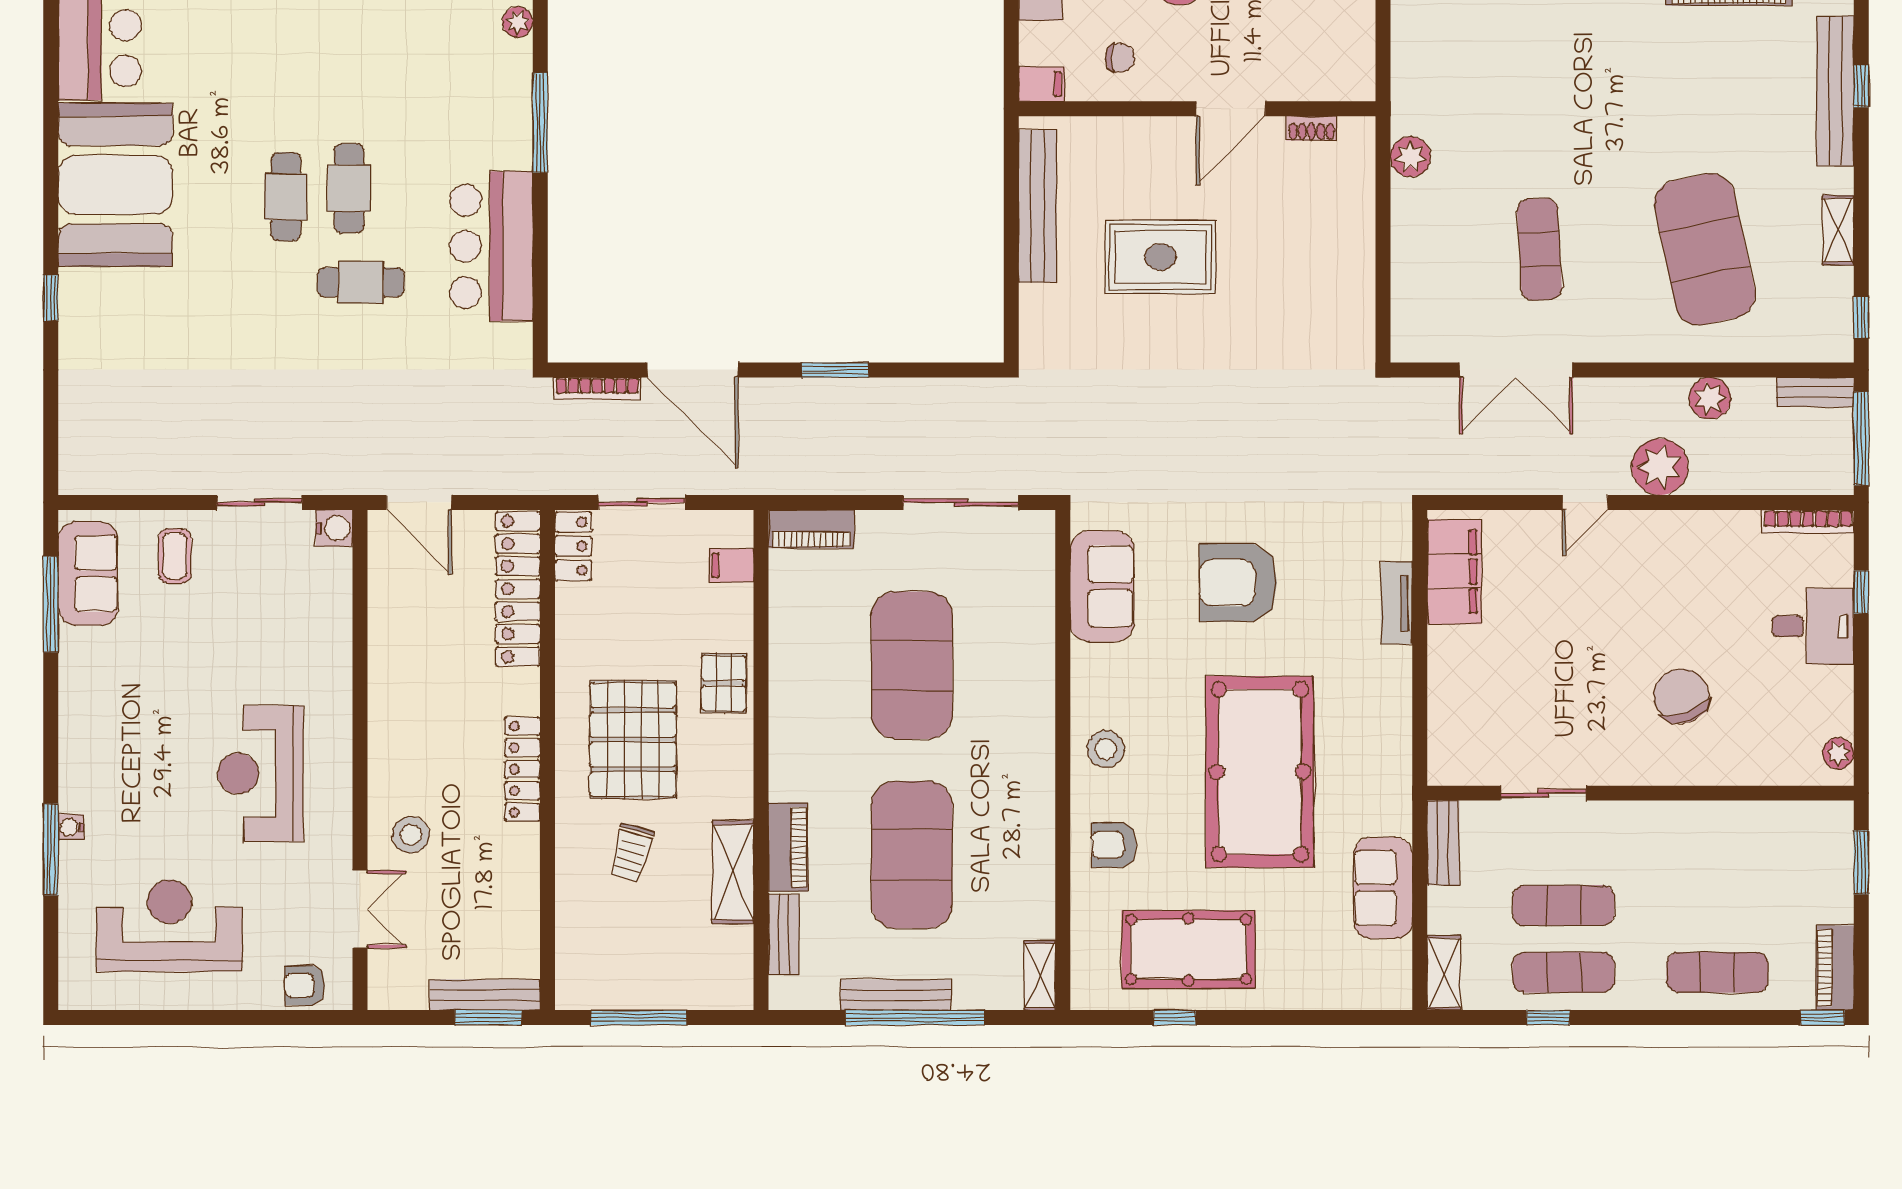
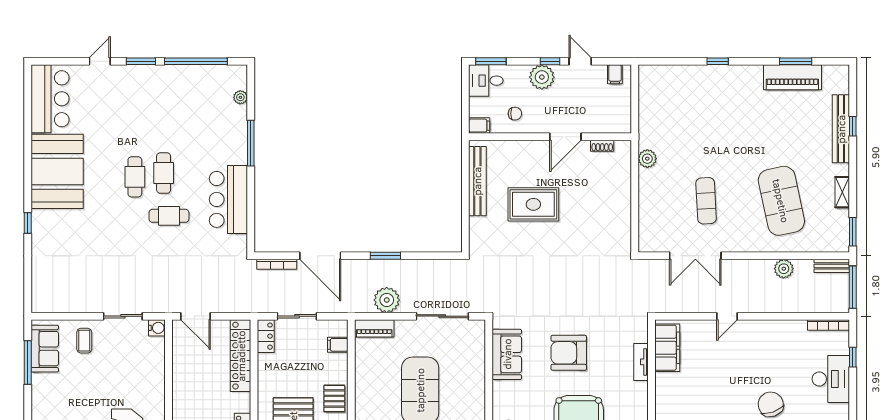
window: (1861, 317) -> (853, 232), width x1.50
plant: (1660, 467) -> (387, 300), moved
desk: (1813, 626) -> (831, 379), width x1.37

